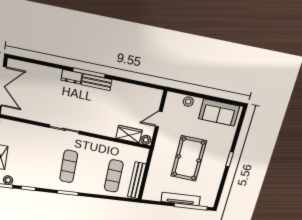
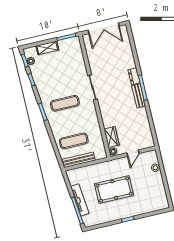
sofa: (219, 112) -> (158, 193), removed
door: (159, 119) -> (133, 153), swing flipped

